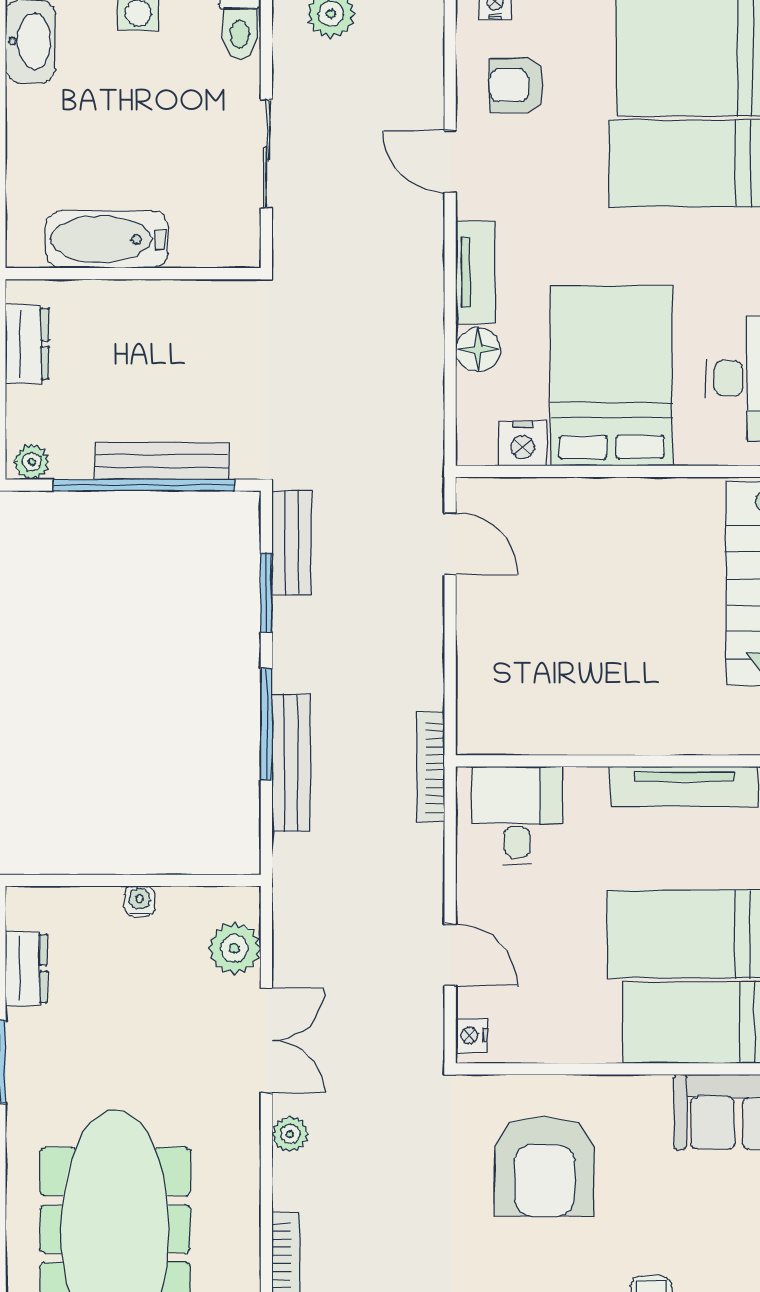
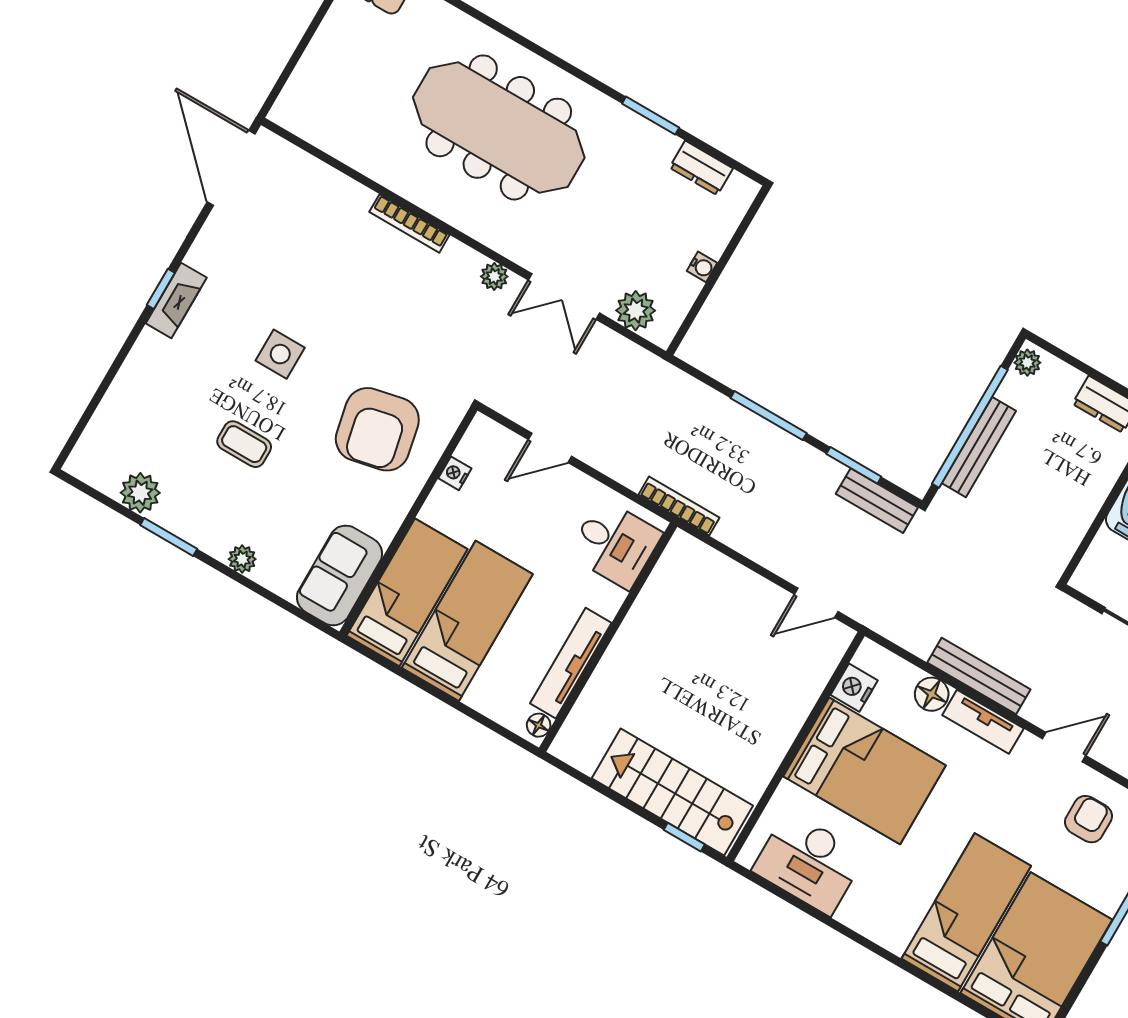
bench: (291, 763) -> (979, 676), moved
nightstand: (472, 1035) -> (455, 473), moved, turned -90
armchair: (545, 1166) -> (377, 429), turned -102

